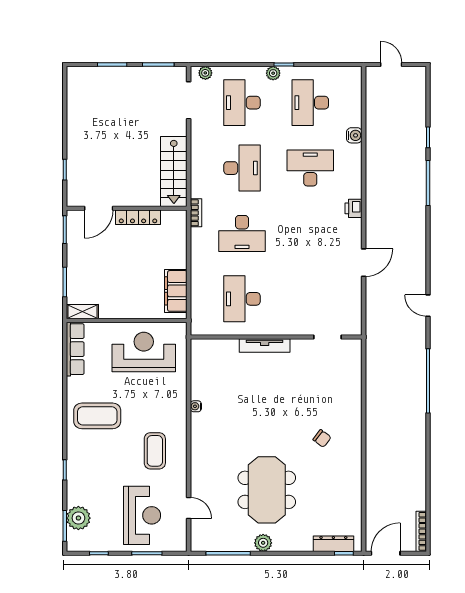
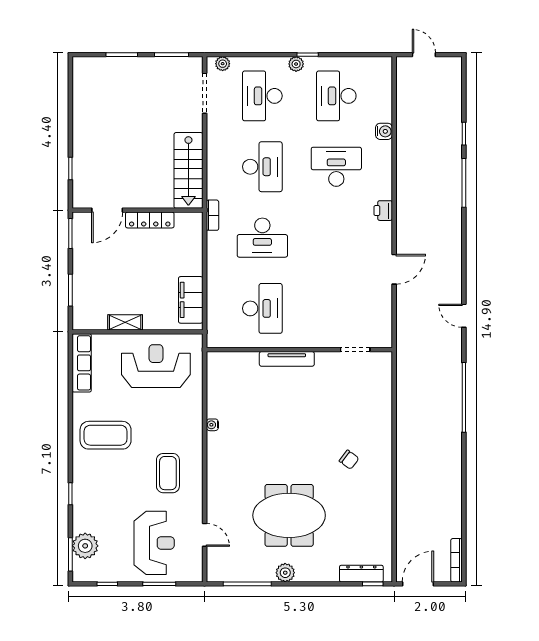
desk: (242, 299) -> (262, 308), turned 180
shelving: (82, 312) -> (125, 322), moved
meeting table: (267, 490) -> (289, 515), turned 90

